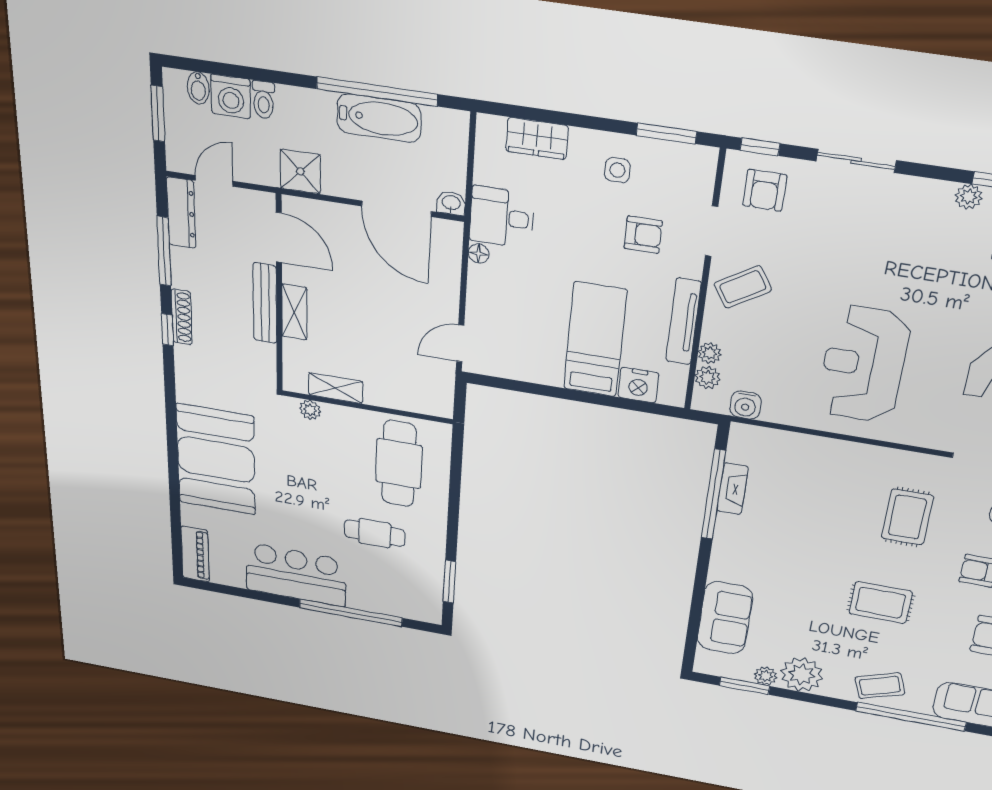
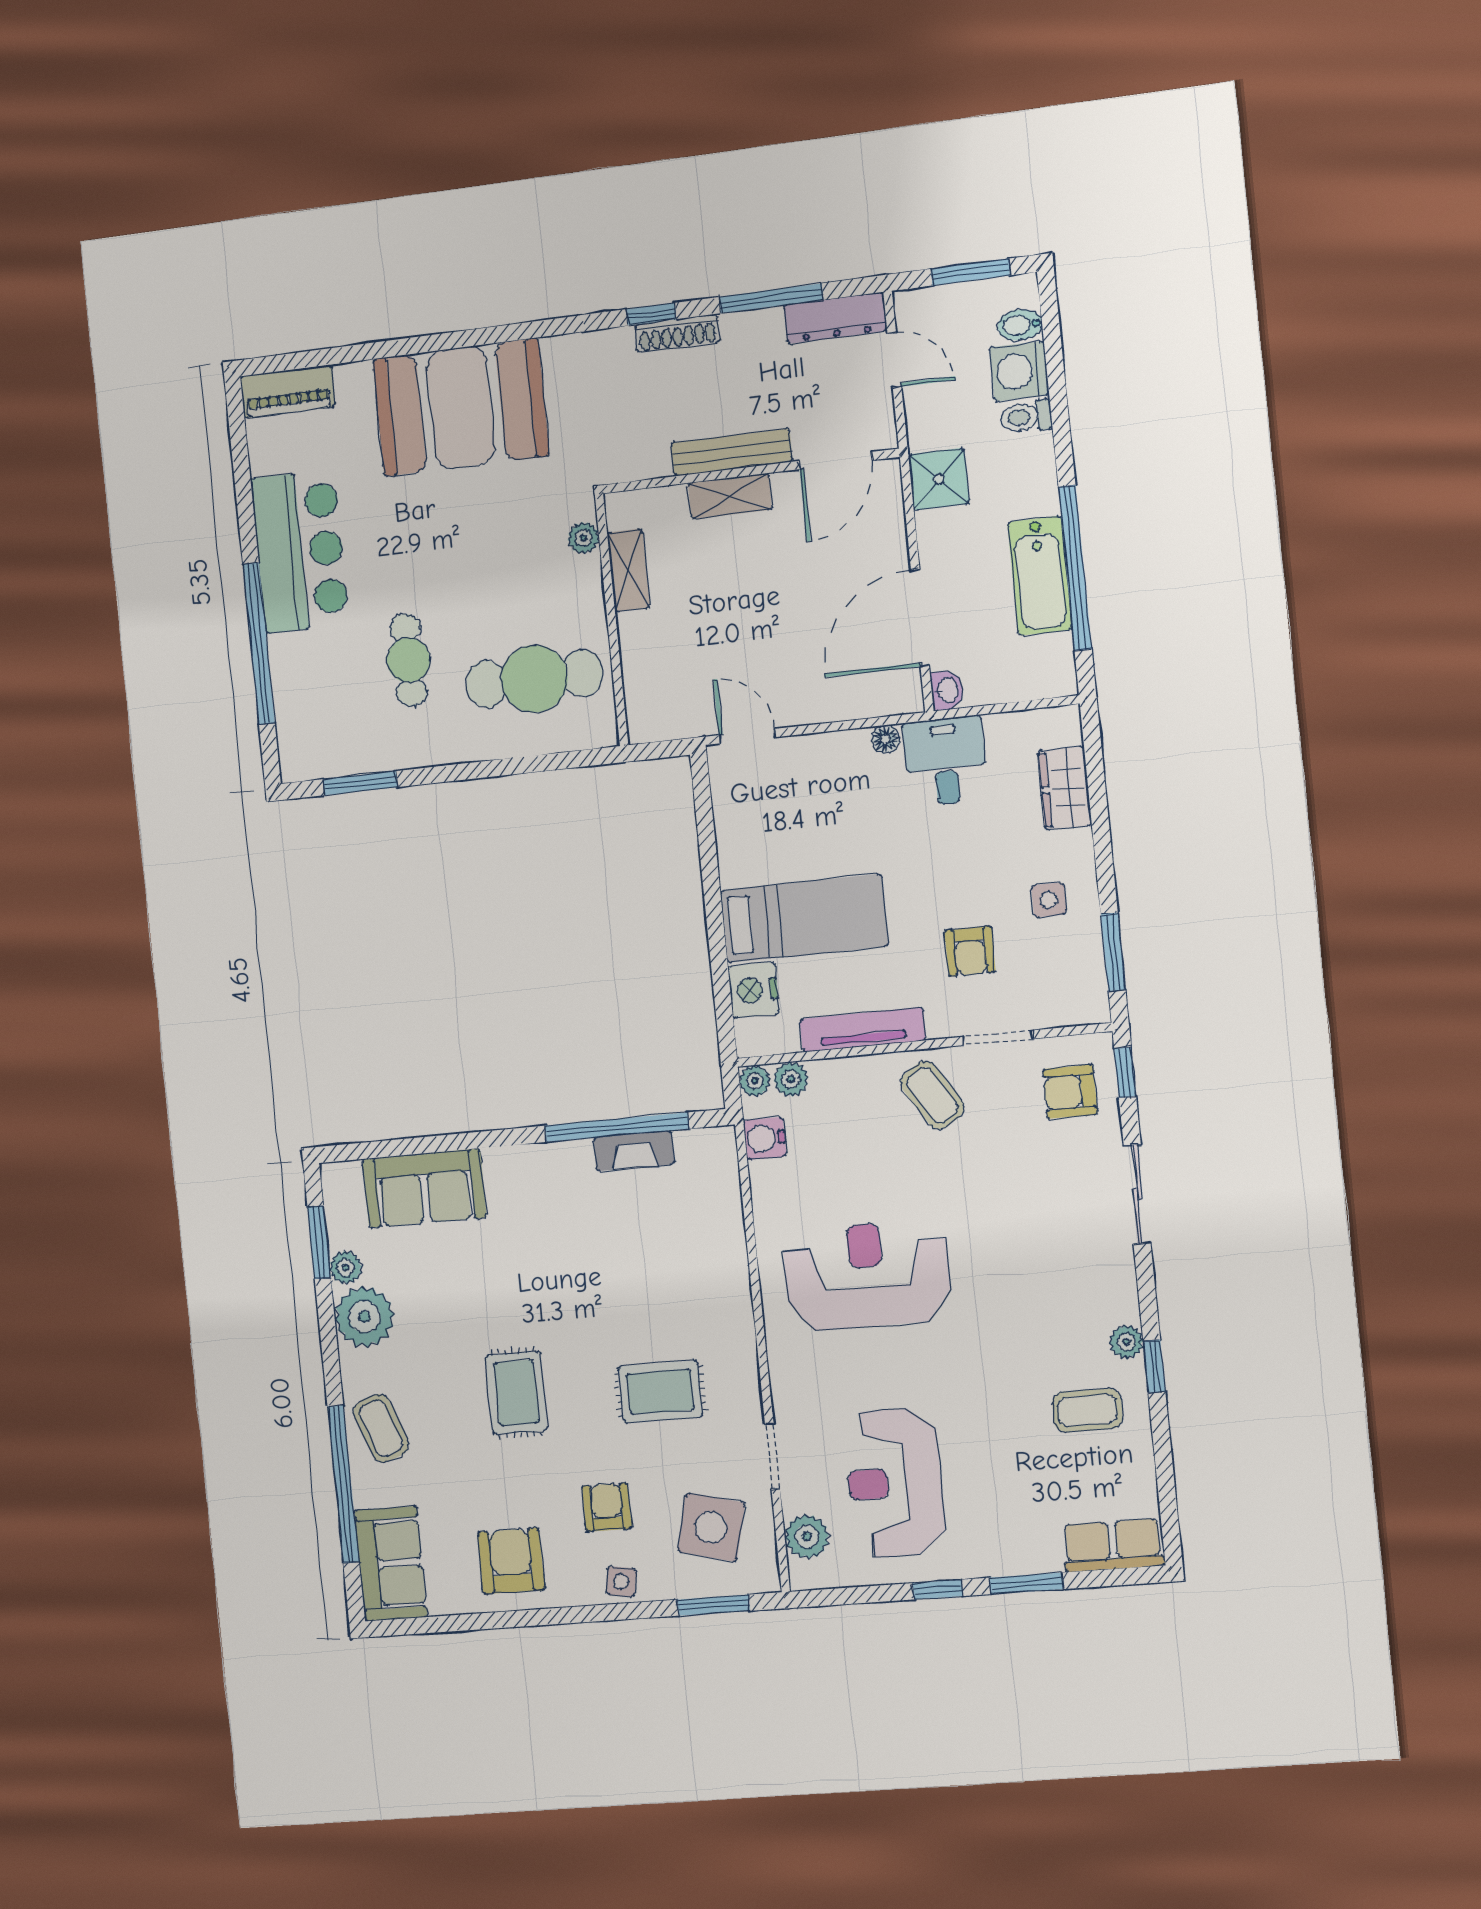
plant: (710, 353) -> (755, 1081), moved

